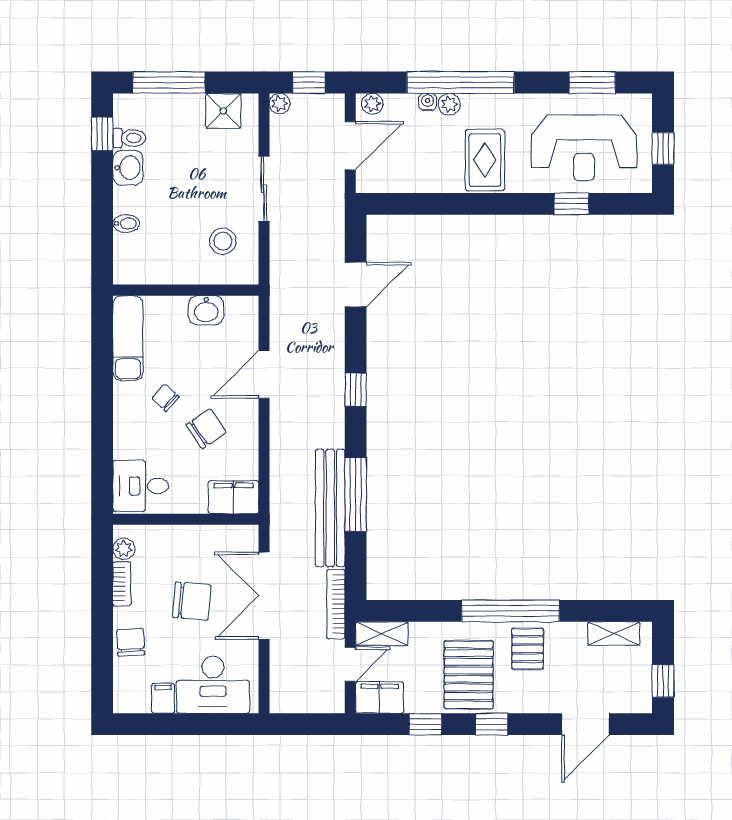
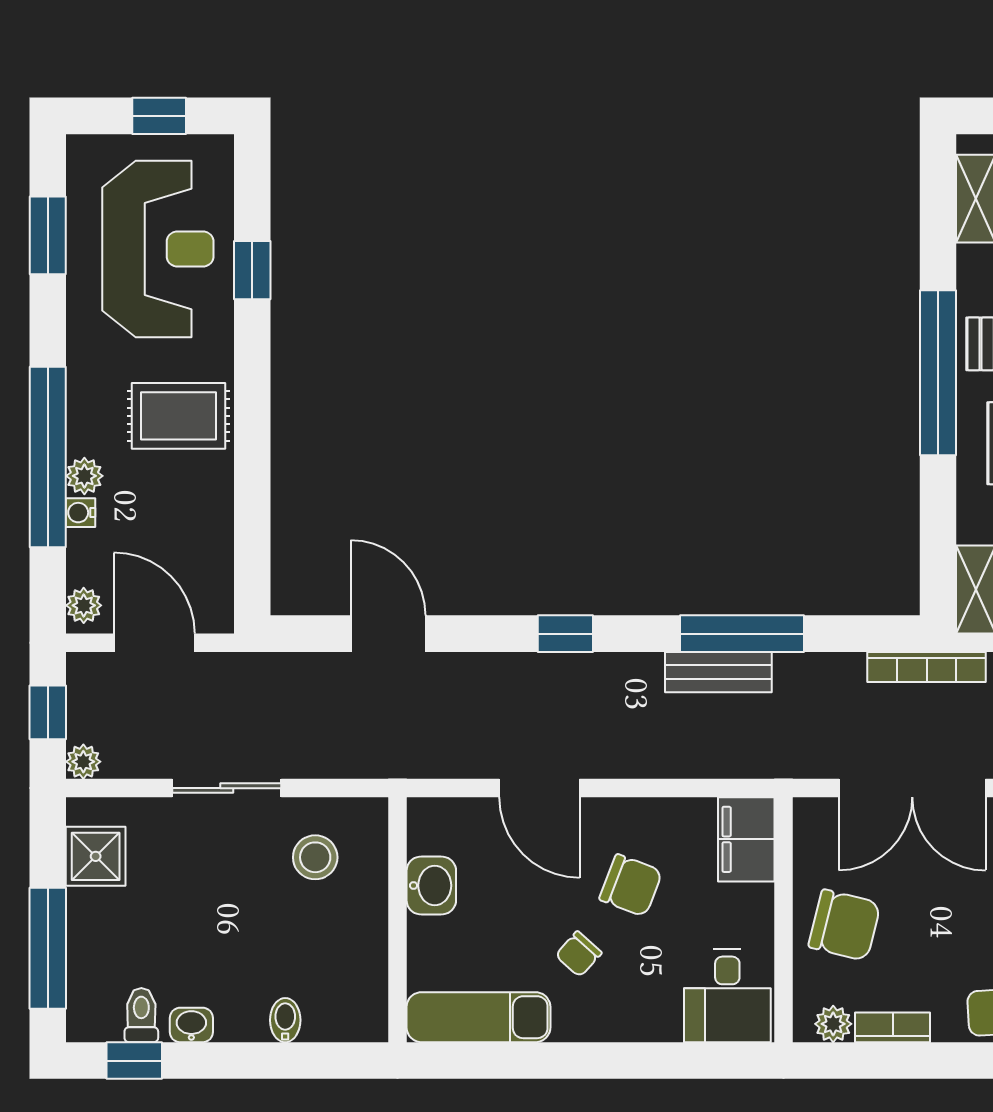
washbasin: (128, 168) -> (191, 1025), width x0.72, depth x0.69
chair: (206, 429) -> (631, 885), turned 145
bench: (330, 508) -> (718, 672), width x0.54, depth x0.82
chair: (192, 601) -> (844, 925), moved, turned 99

